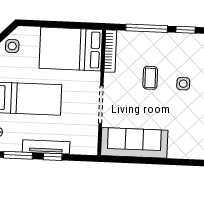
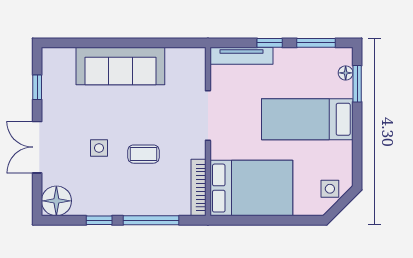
coffee table: (150, 78) -> (144, 154), turned 90
sofa: (134, 143) -> (120, 66), moved
tv unit: (46, 147) -> (242, 56), moved

